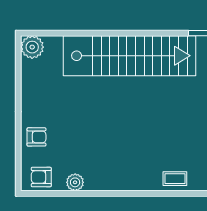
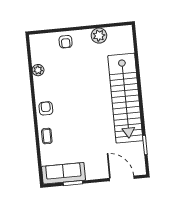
plant: (32, 47) -> (99, 36), moved
armchair: (41, 177) -> (46, 108), moved

